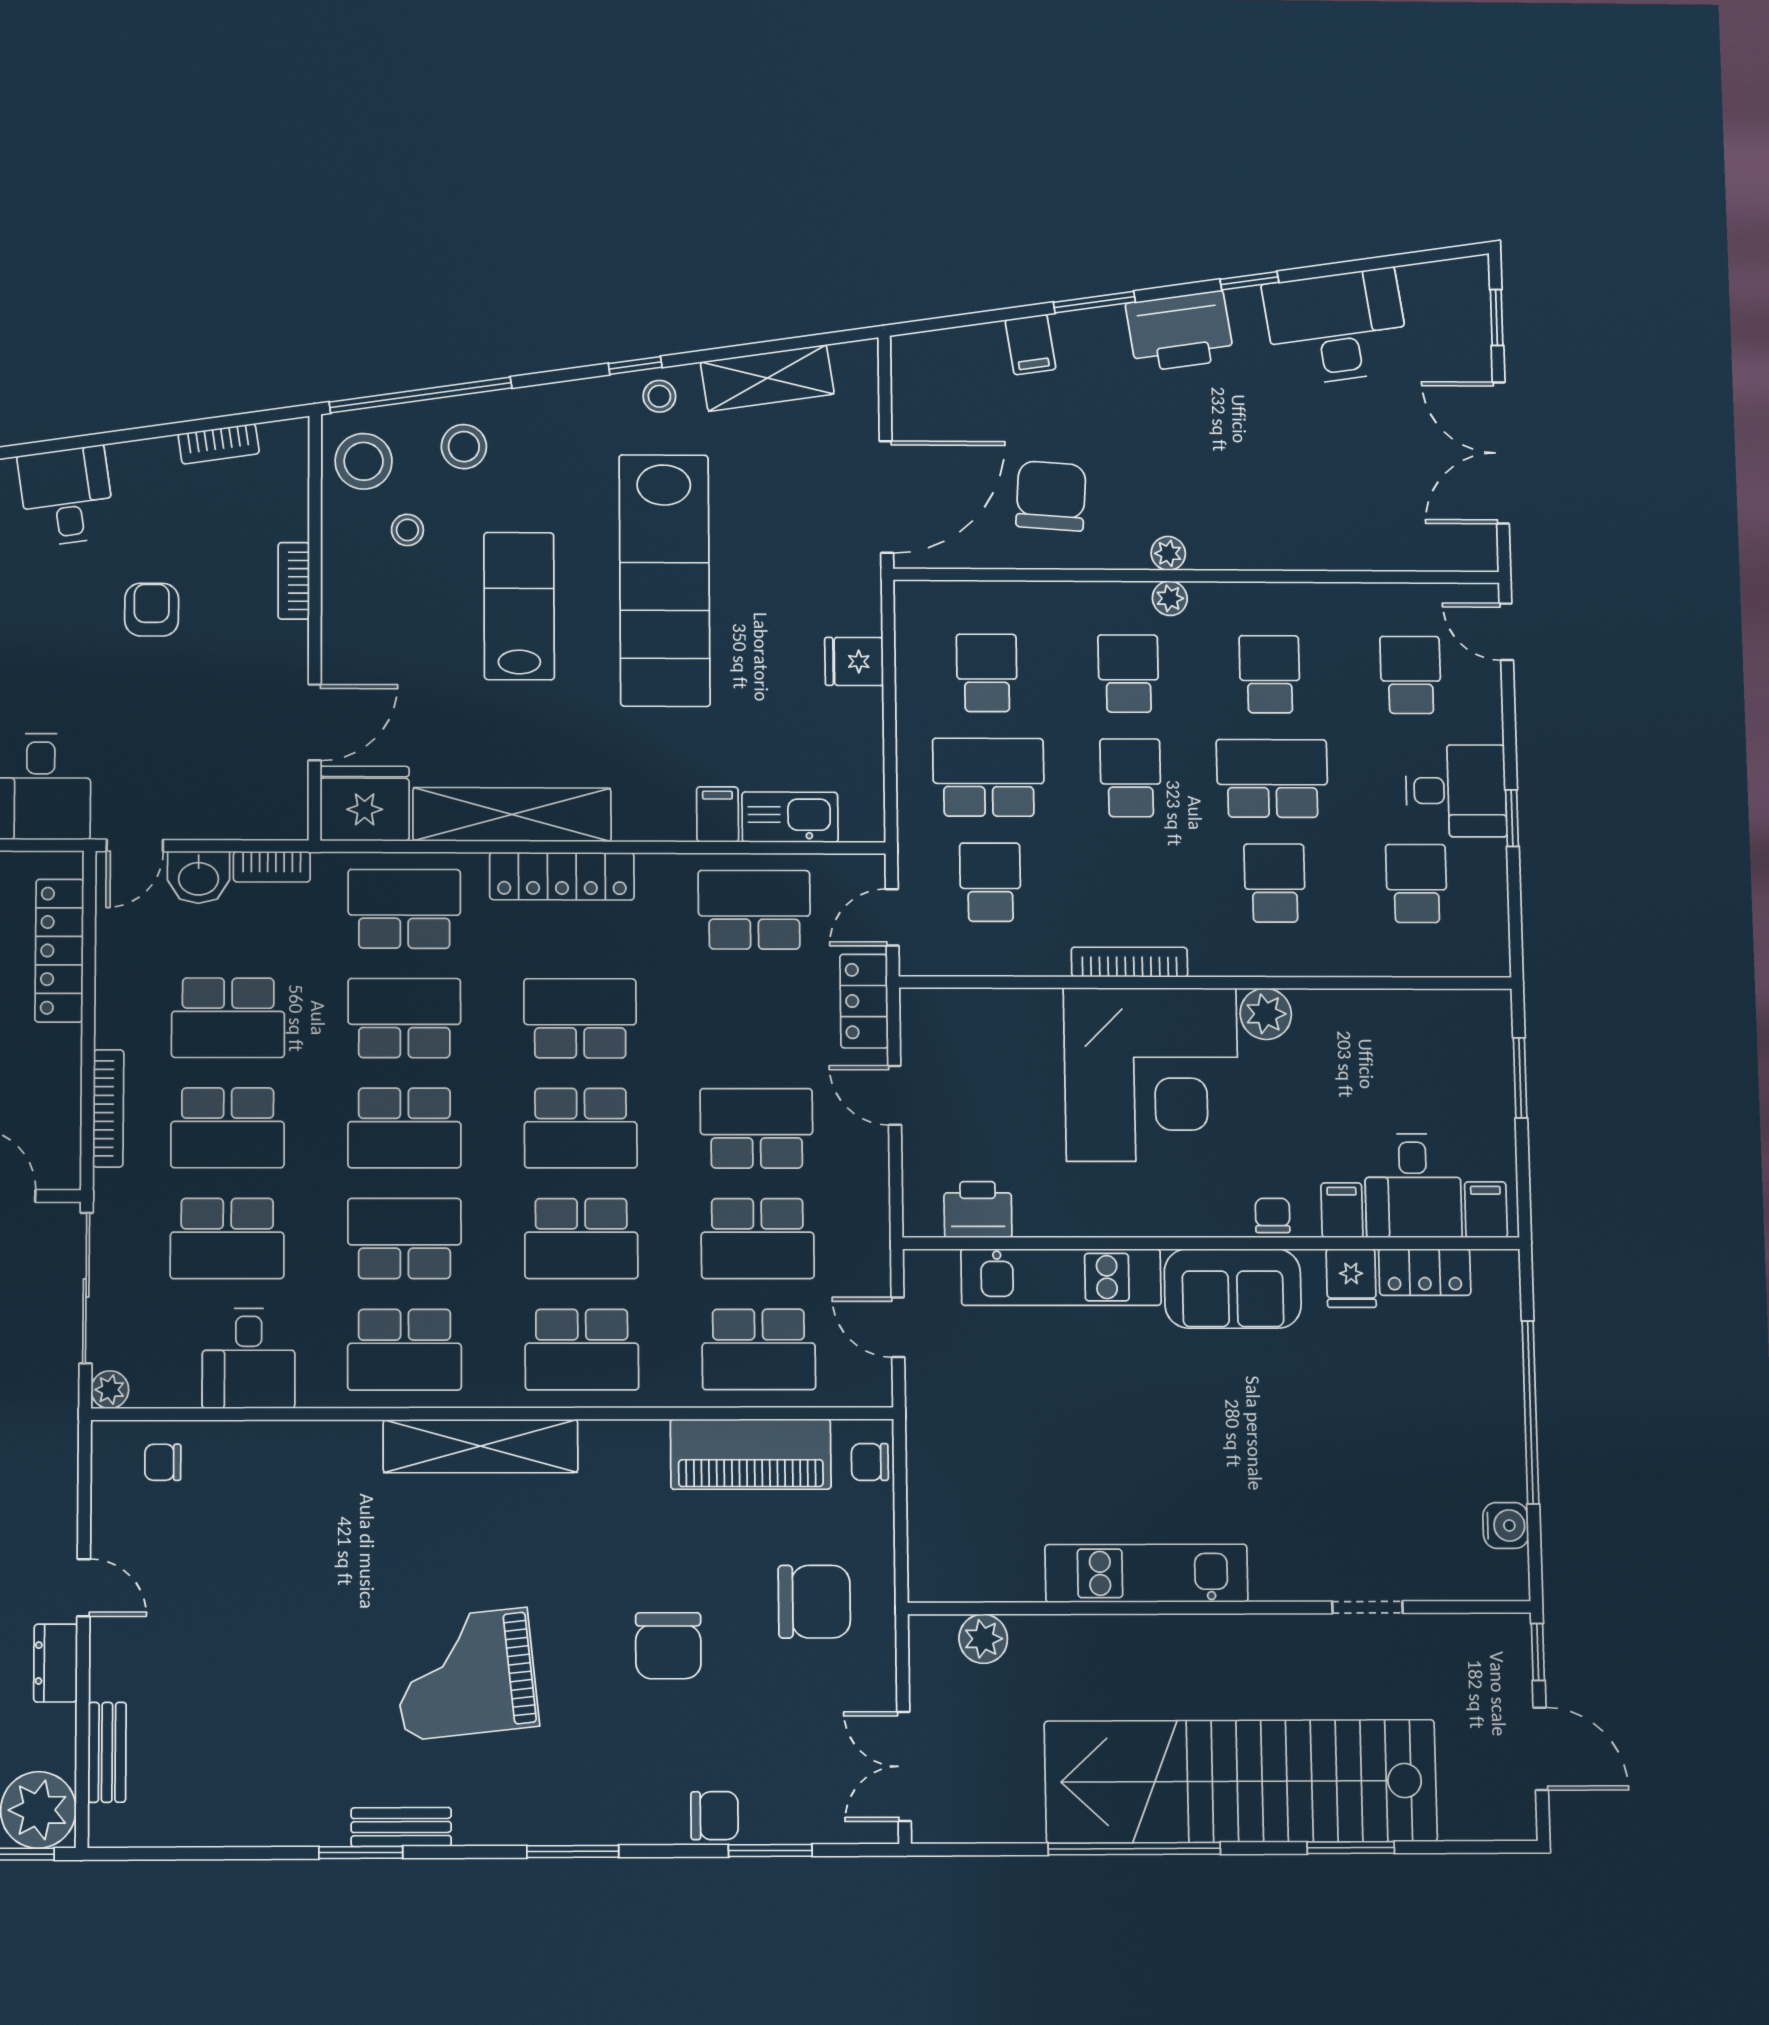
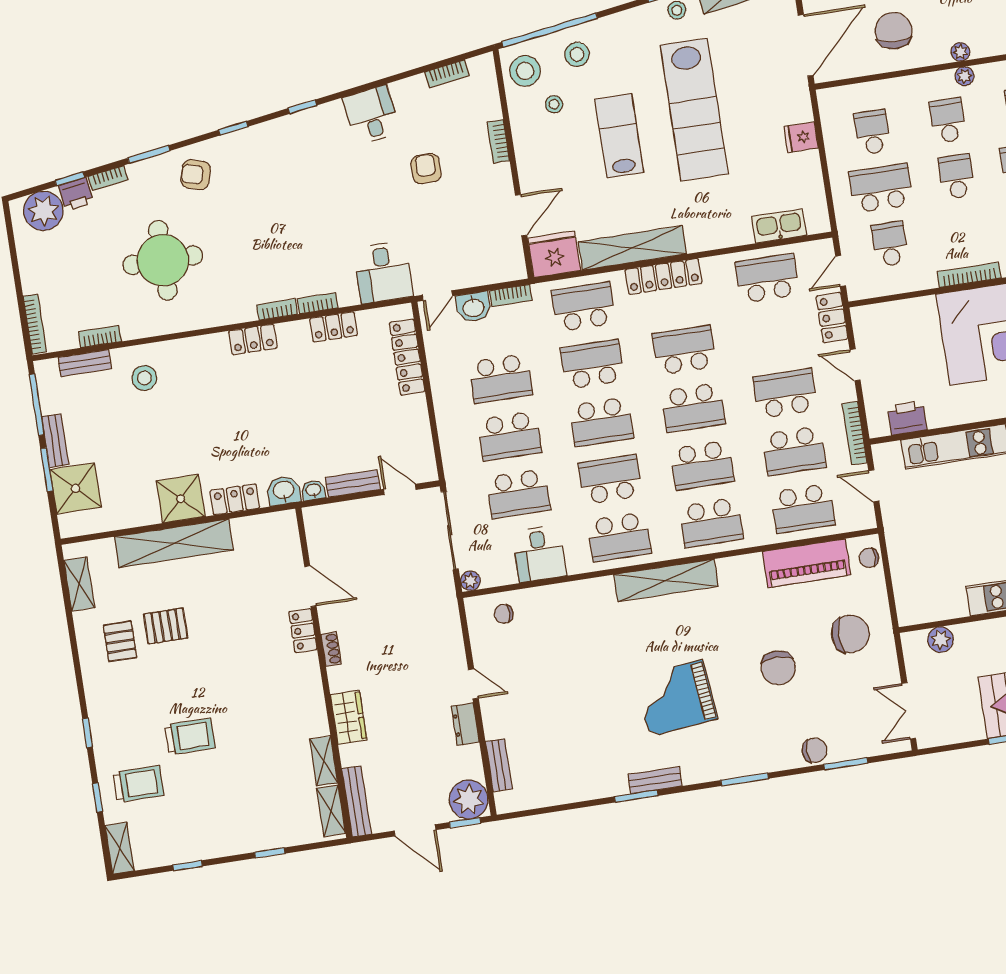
filing cabinet: (718, 814) -> (741, 231), removed
bookcase: (108, 1108) -> (855, 433), moved, turned 180

